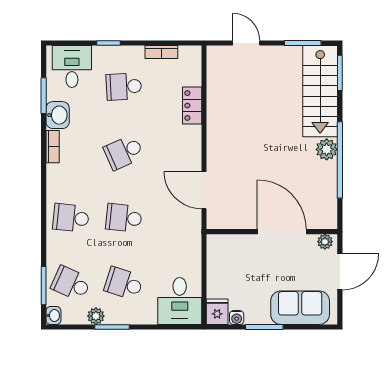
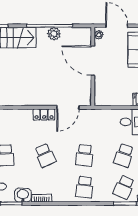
locker: (192, 106) -> (44, 114), moved
plant: (327, 149) -> (54, 34), moved
door: (282, 232) -> (93, 61), hinge flipped

